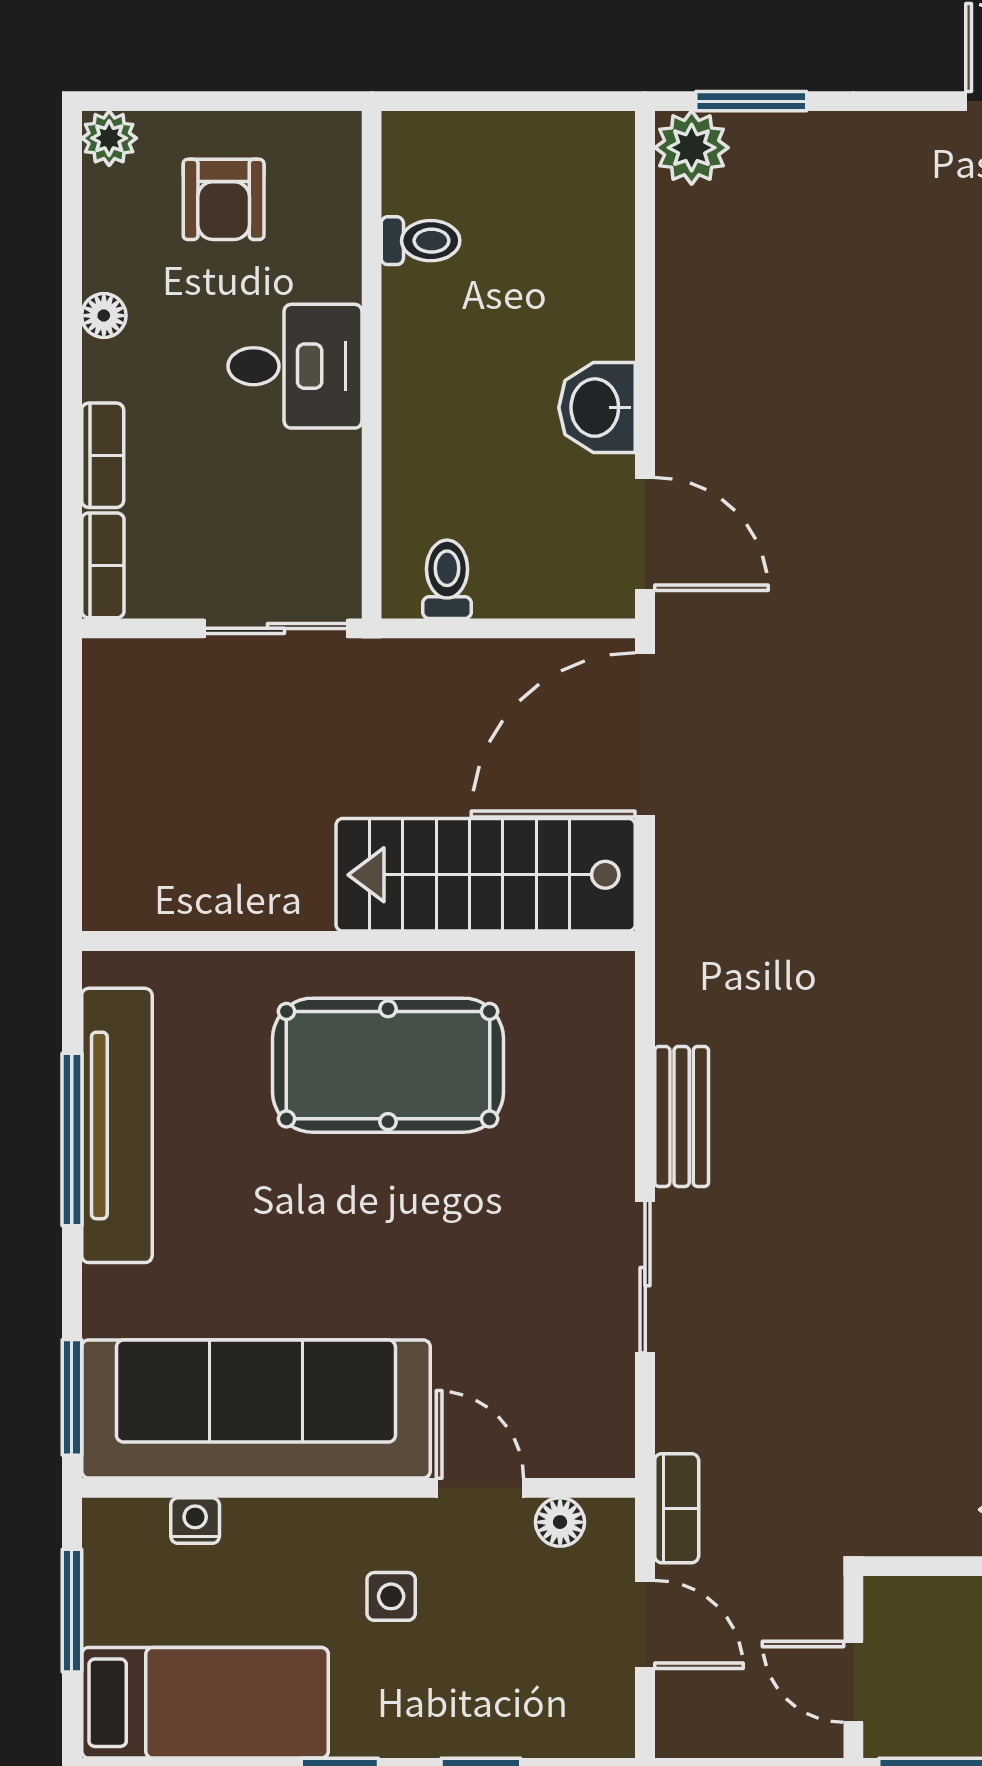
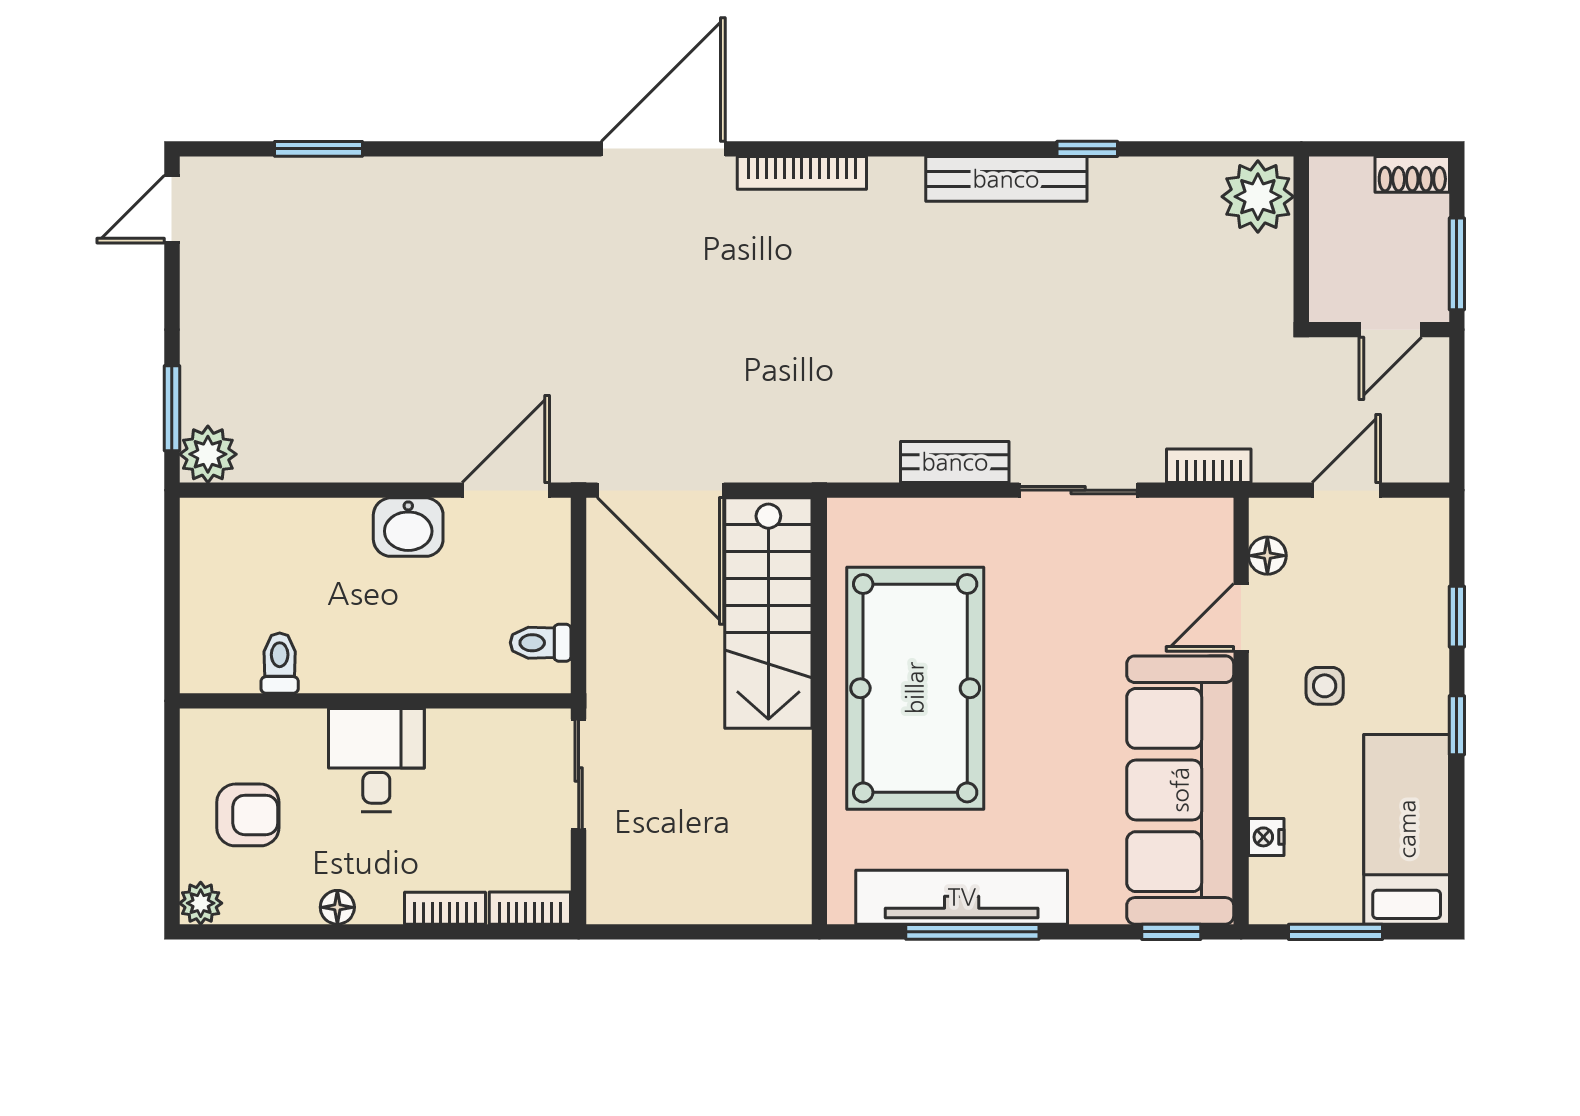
pool table: (388, 1065) -> (915, 688), width x1.36, depth x1.32
window: (72, 1397) -> (1171, 932), width x0.67
bookcase: (677, 1508) -> (1209, 466), moved

